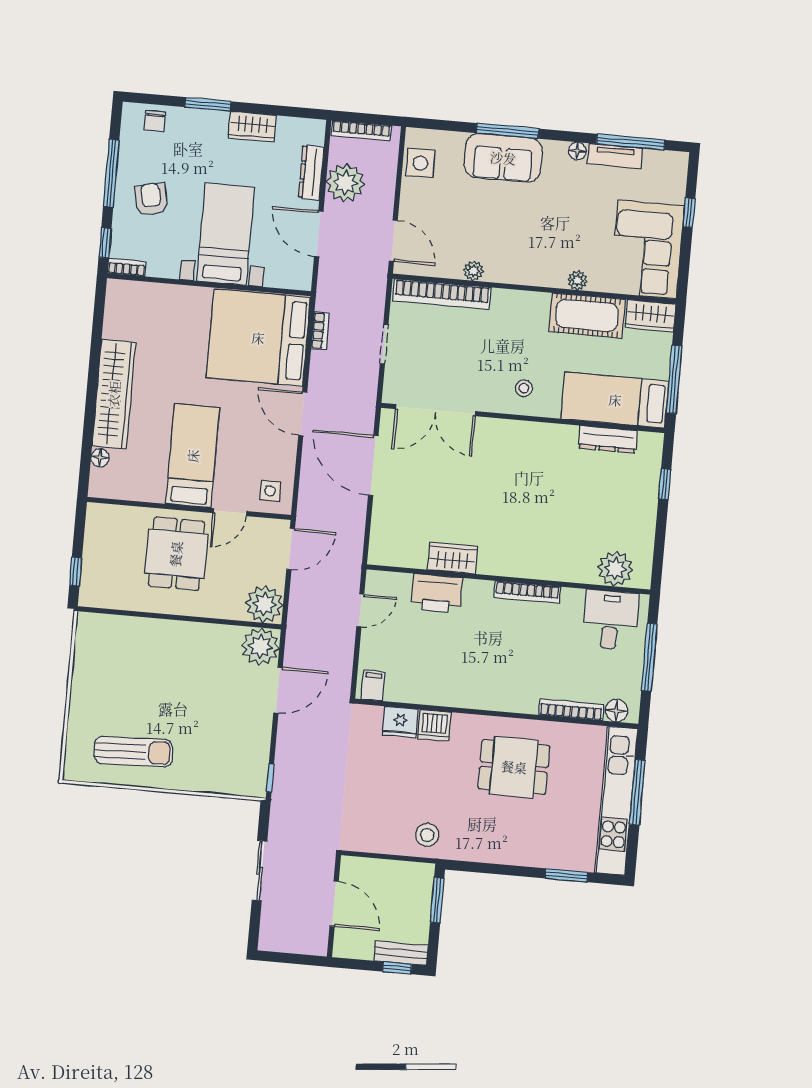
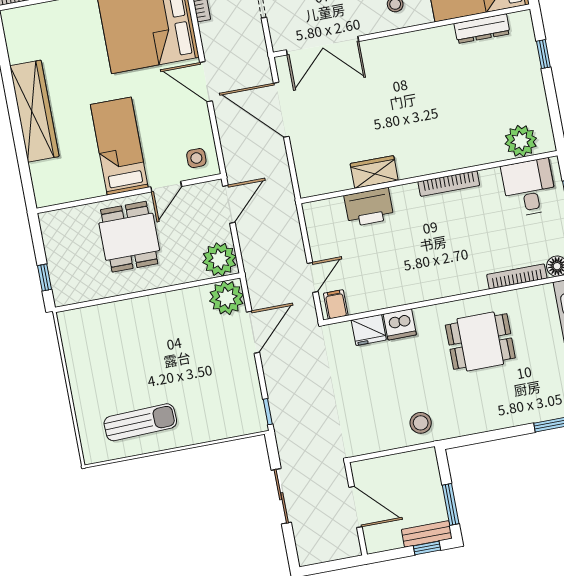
floor lamp: (100, 458) -> (38, 171), removed
door: (360, 610) -> (313, 277), moved
window: (437, 900) -> (451, 504), moved

